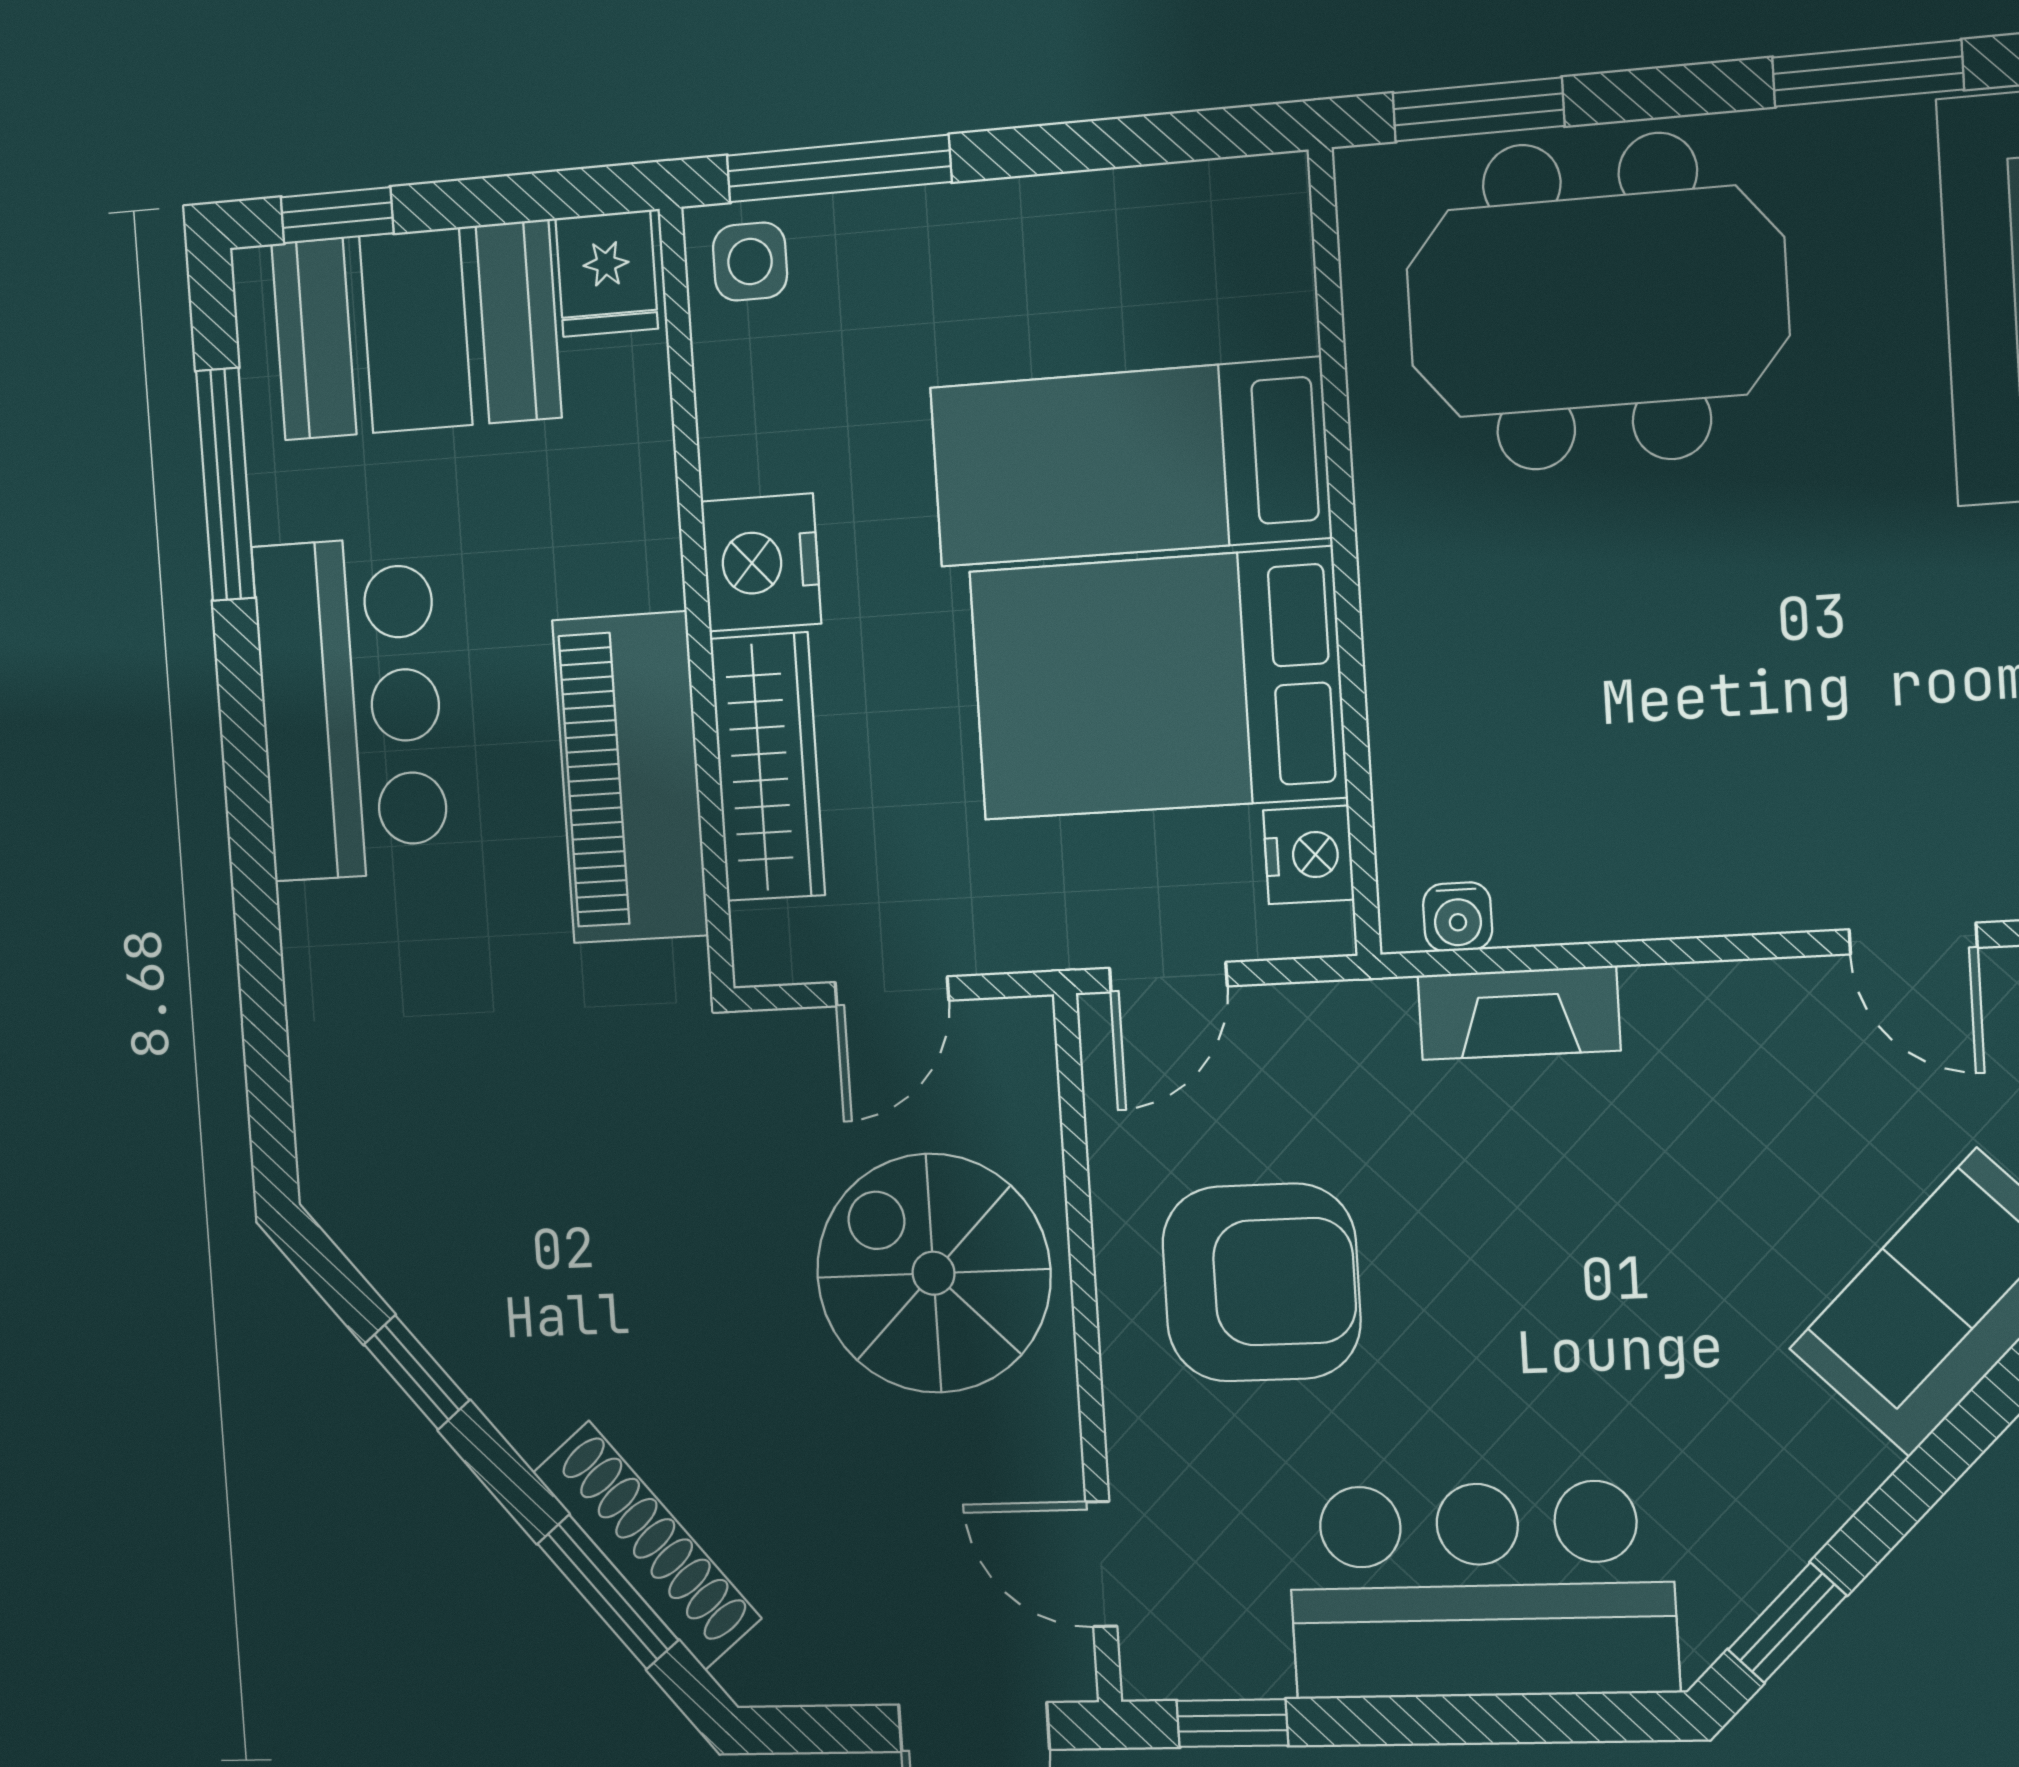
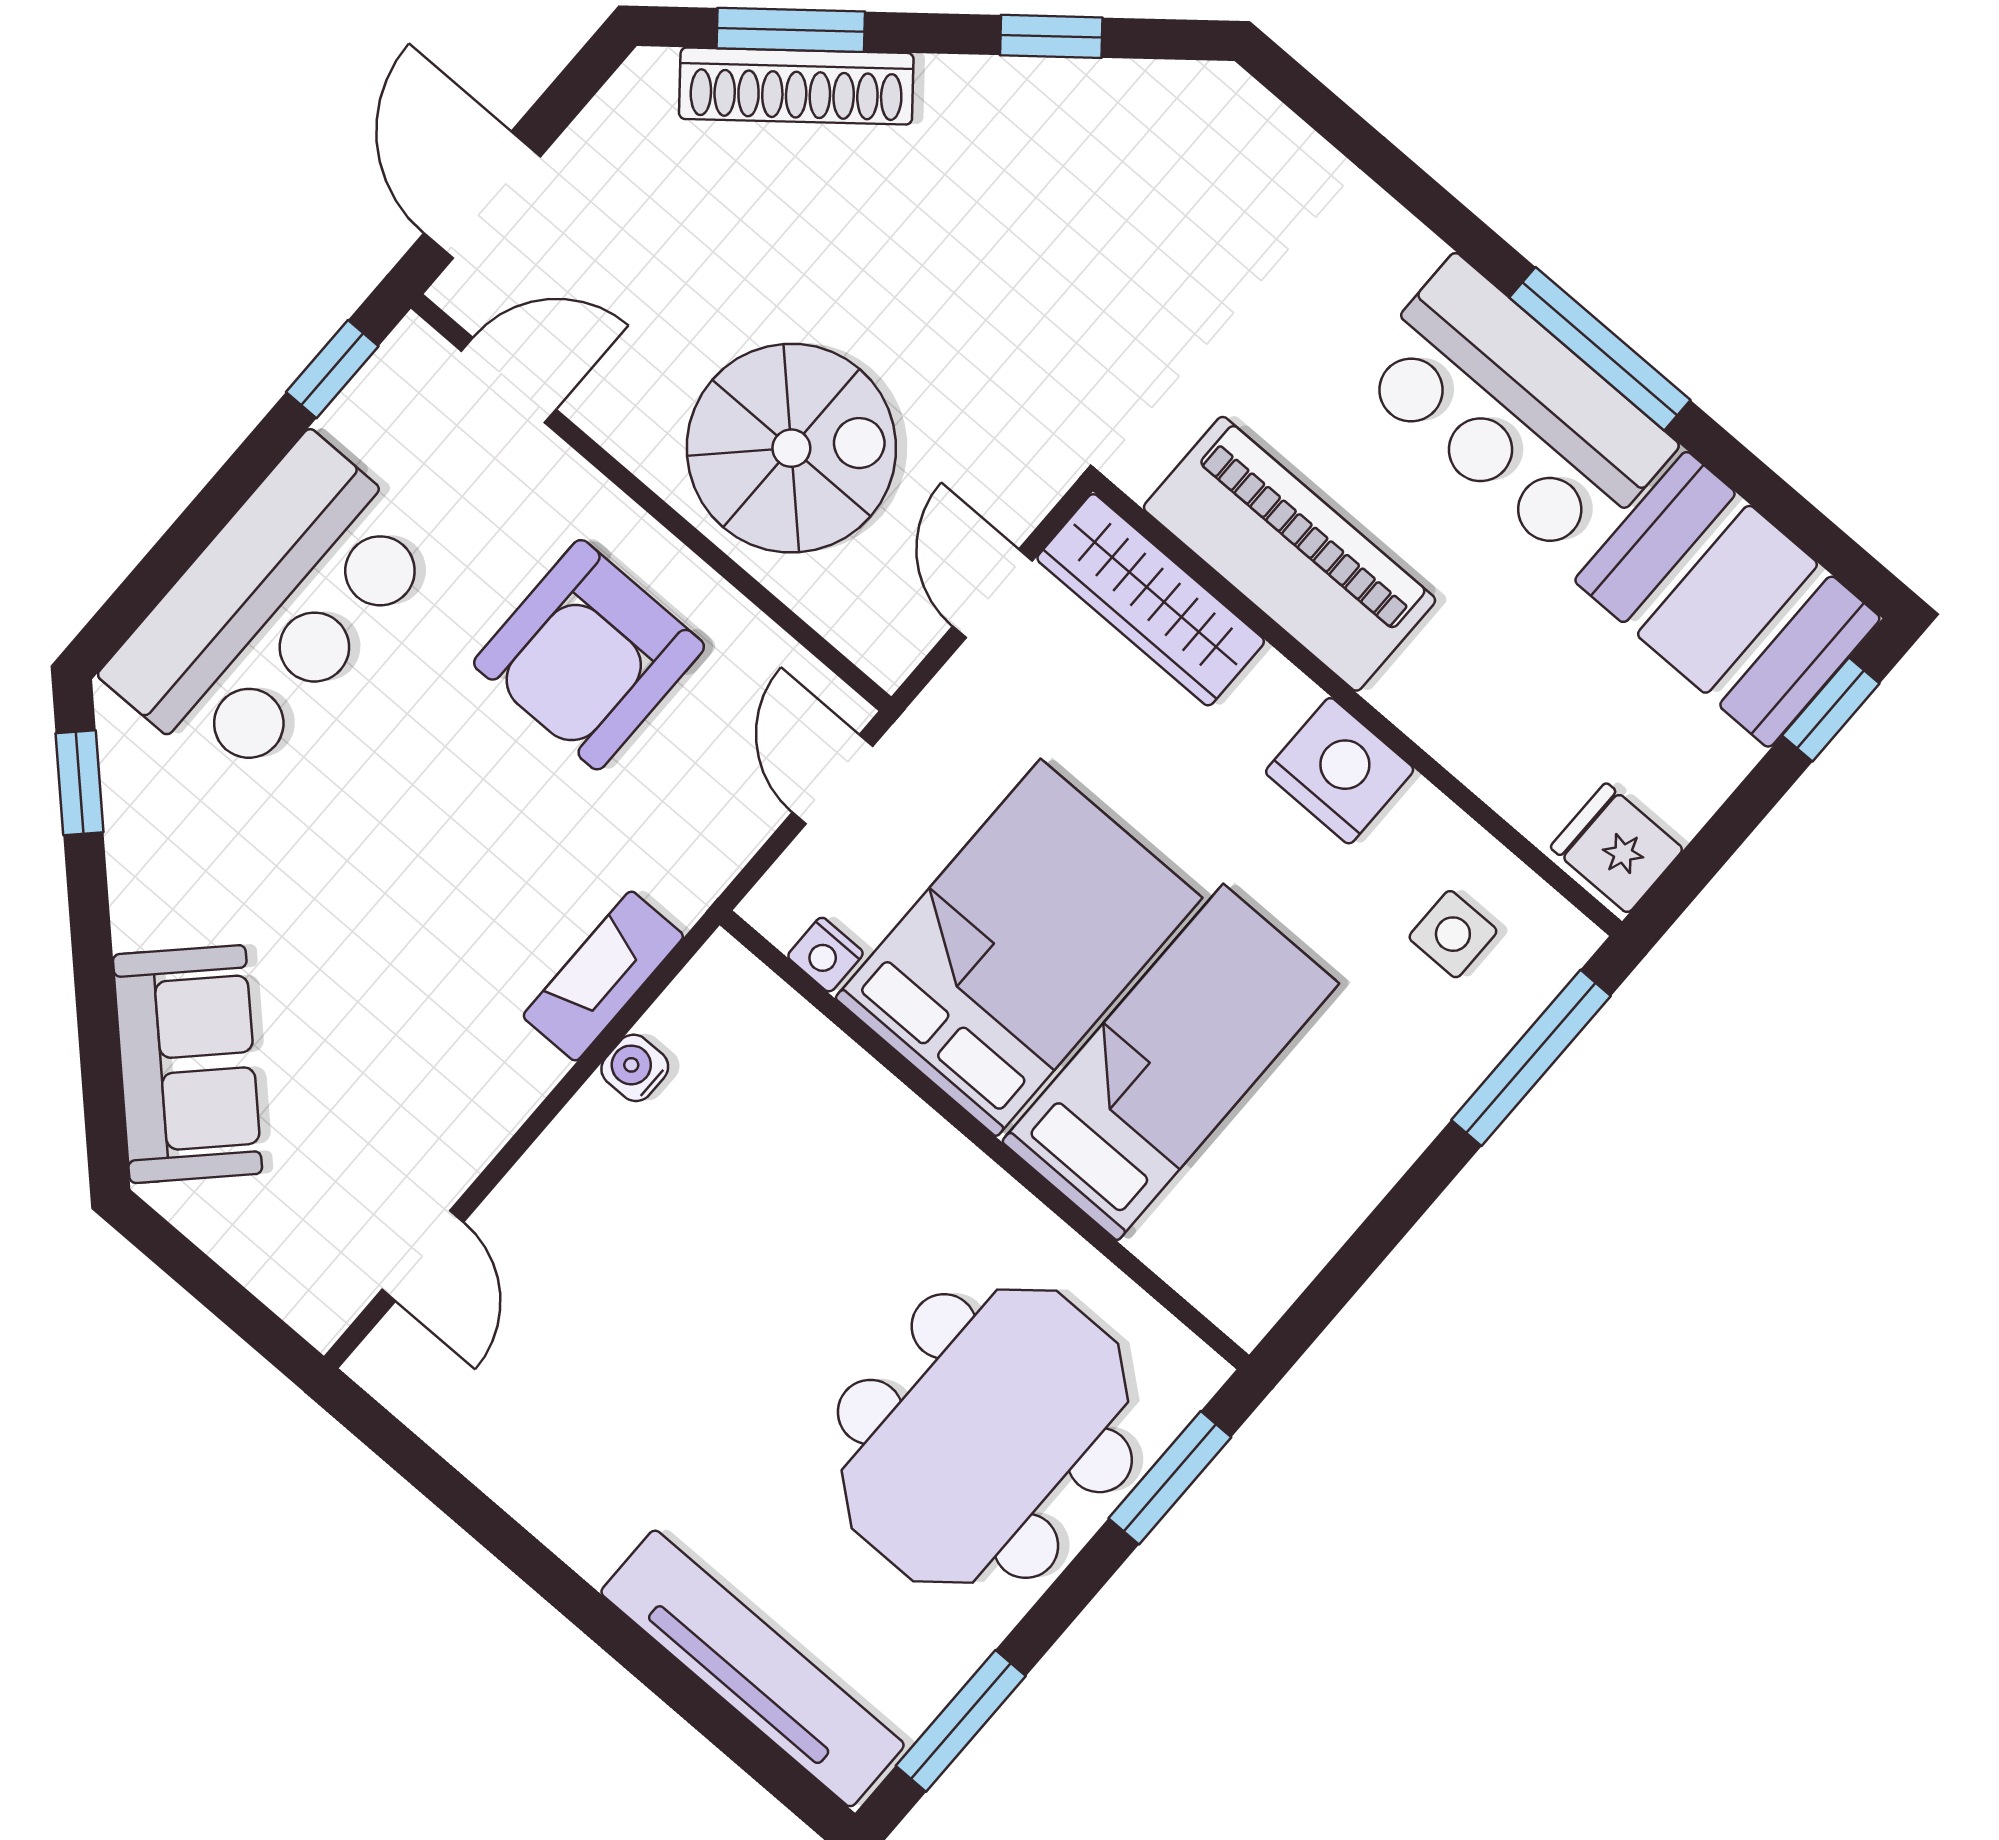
side table: (750, 262) -> (1453, 934), moved
booth: (416, 330) -> (1727, 599), moved, turned 90
window: (226, 484) -> (1600, 349), moved
wardrobe: (767, 767) -> (1151, 600), moved
nightstand: (1309, 855) -> (825, 955), width x0.72, depth x0.74
water cooler: (1458, 917) -> (635, 1068), moved
door: (1913, 939) -> (423, 1256), swing flipped

